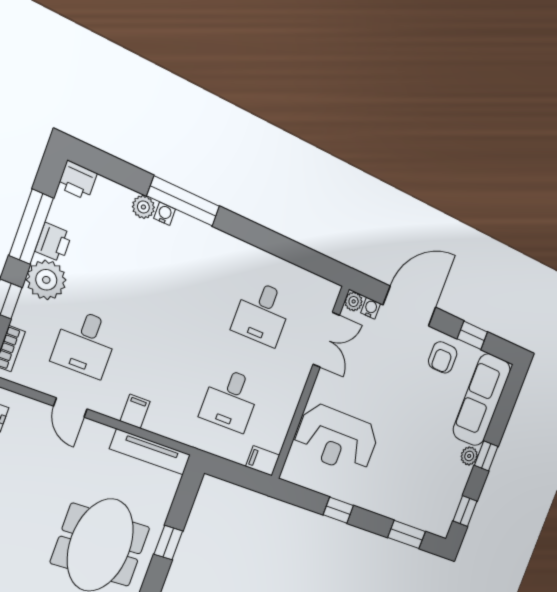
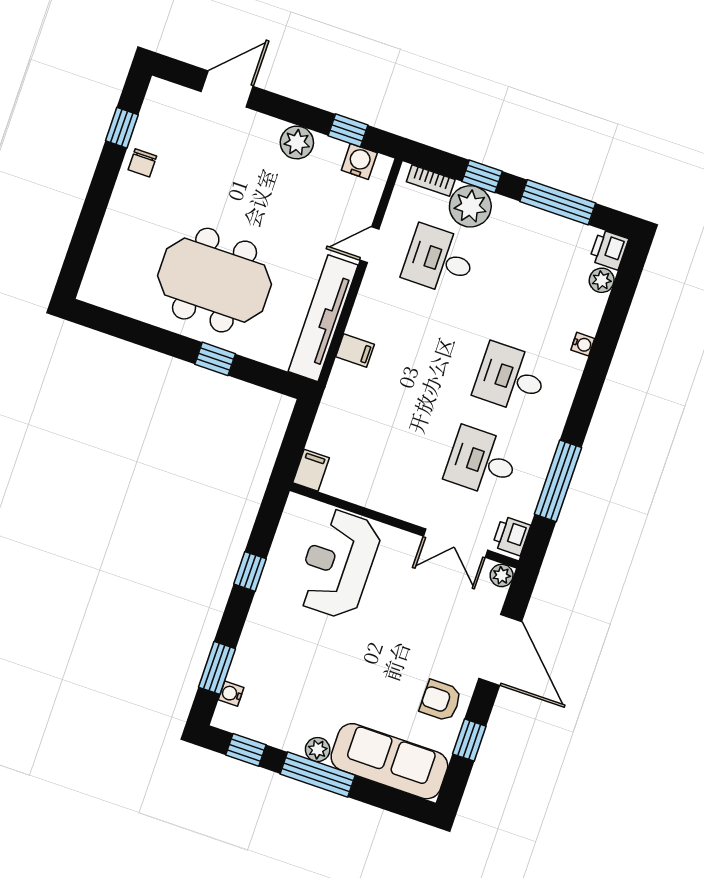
window: (183, 201) -> (558, 481), moved
plant: (143, 207) -> (602, 280), moved
printer: (54, 242) -> (511, 536), moved, turned 90
plant: (46, 280) -> (470, 206), moved
water cooler: (371, 308) -> (231, 694), moved, turned 180
desk: (230, 400) -> (511, 378), moved
filing cabinet: (135, 411) -> (355, 350), moved
tv unit: (150, 452) -> (323, 318), width x1.36, depth x1.29
window: (486, 456) -> (318, 775), width x2.17

